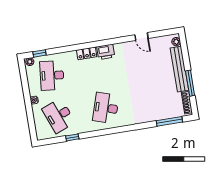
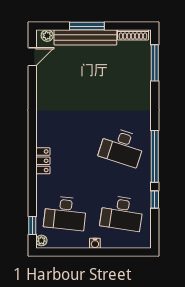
door: (142, 37) -> (32, 57), moved
printer: (106, 52) -> (45, 134), removed
window: (190, 83) -> (87, 26), moved
desk: (59, 116) -> (122, 213), turned 30
window: (103, 132) -> (155, 156), added

